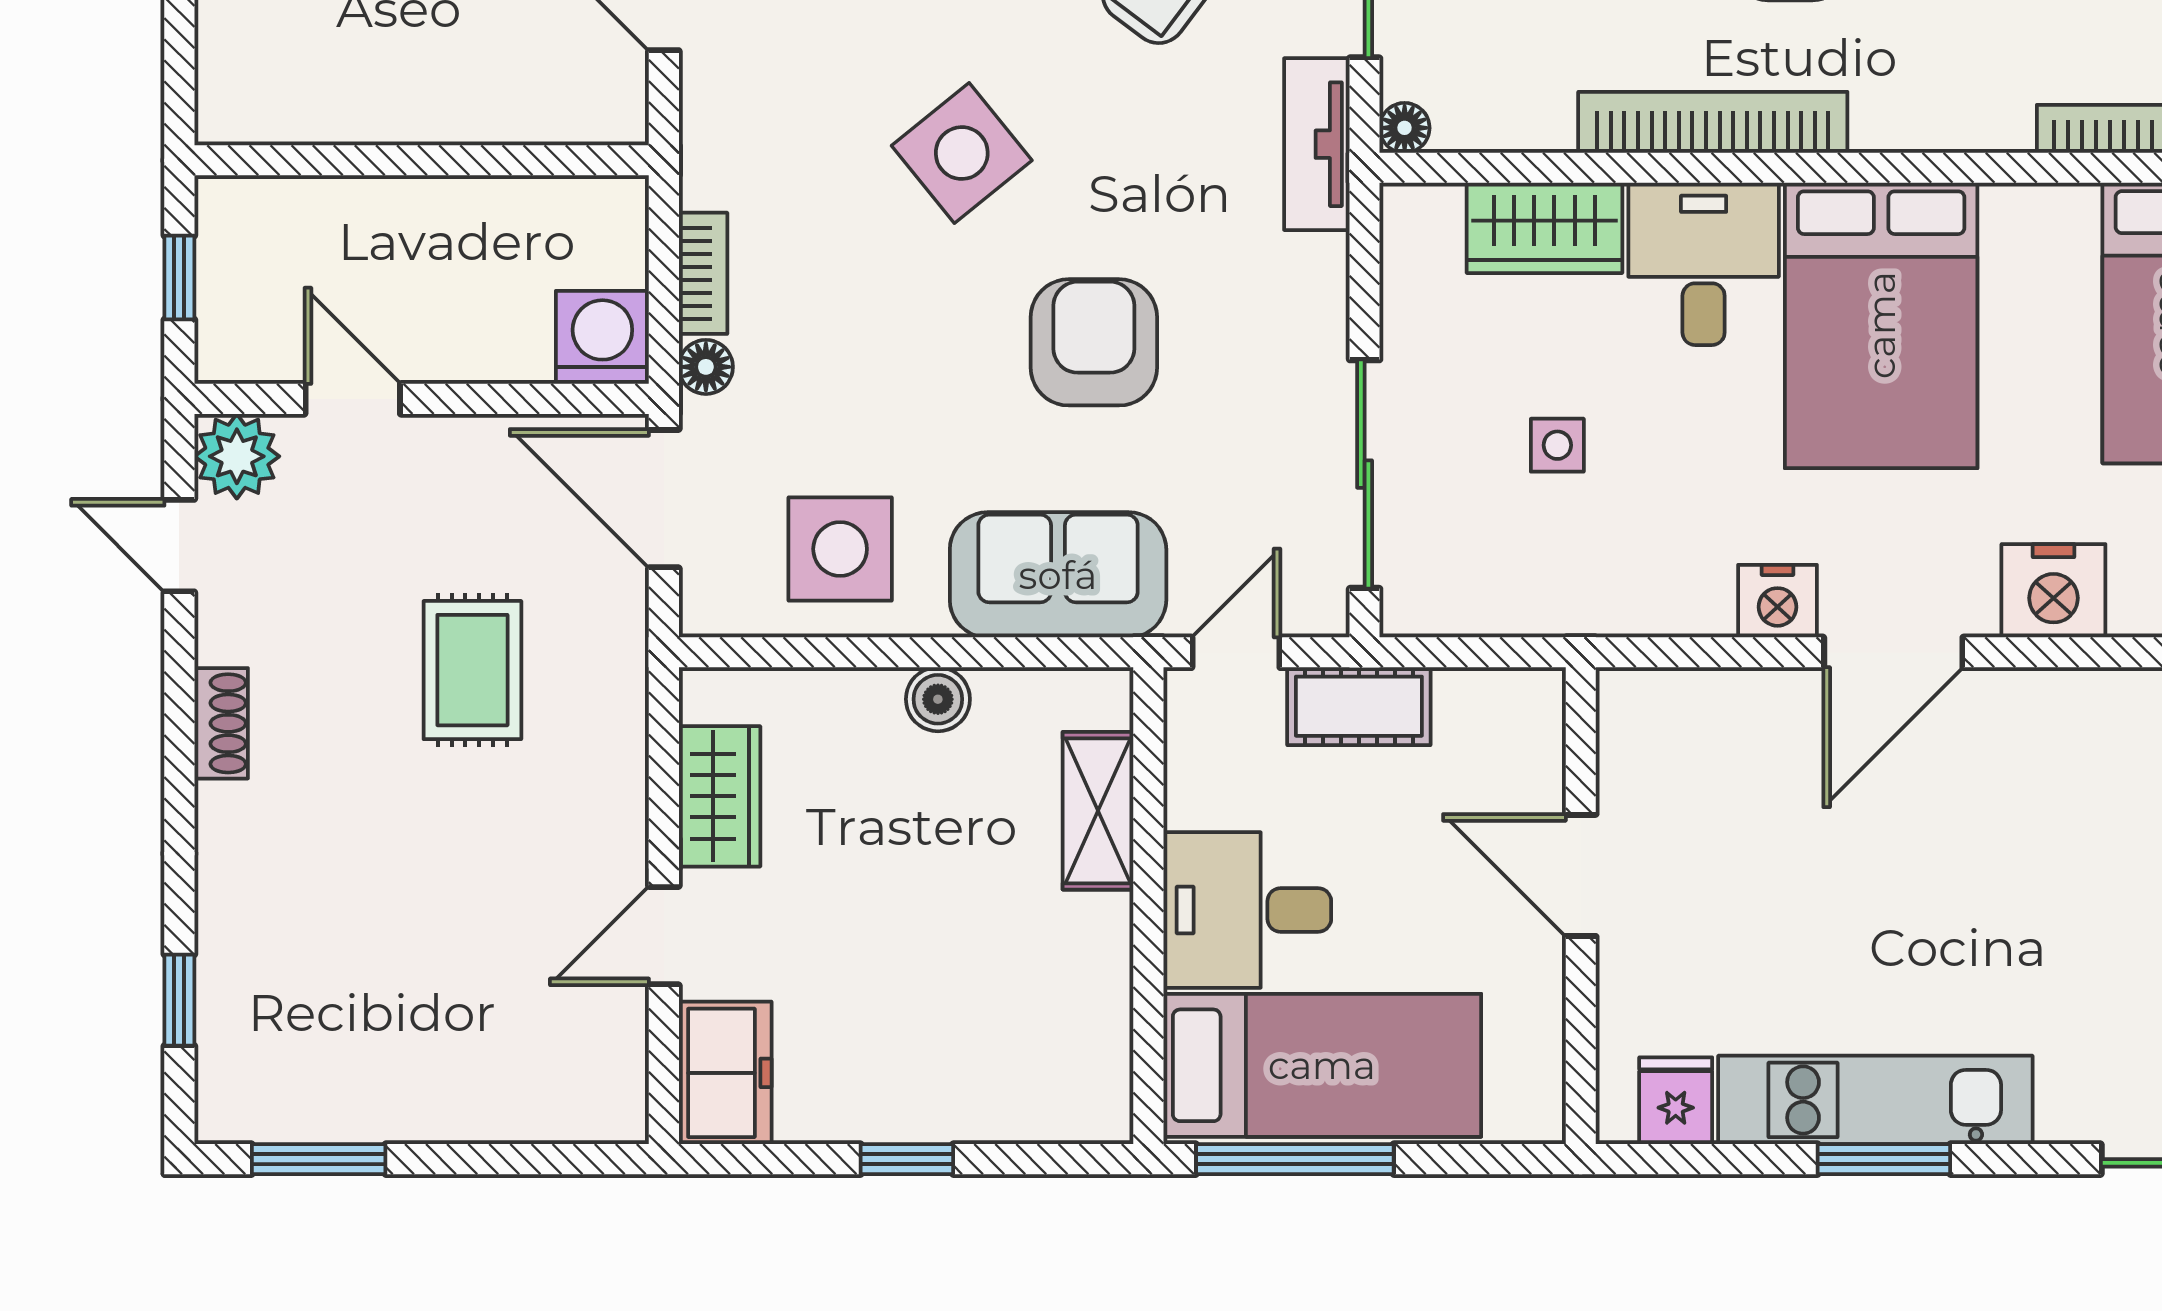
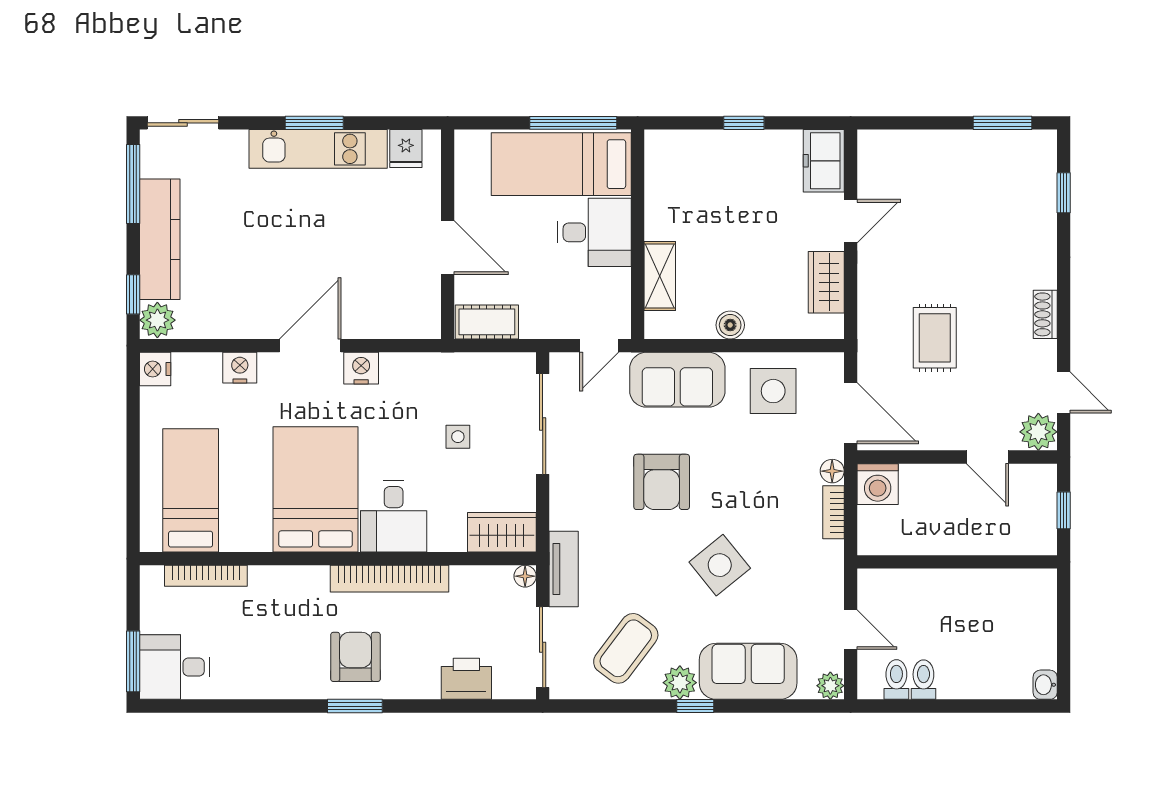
wardrobe: (1544, 228) -> (502, 532), moved
nightstand: (2053, 591) -> (240, 368), width x0.74, depth x0.75
cot: (1359, 706) -> (487, 322), moved

